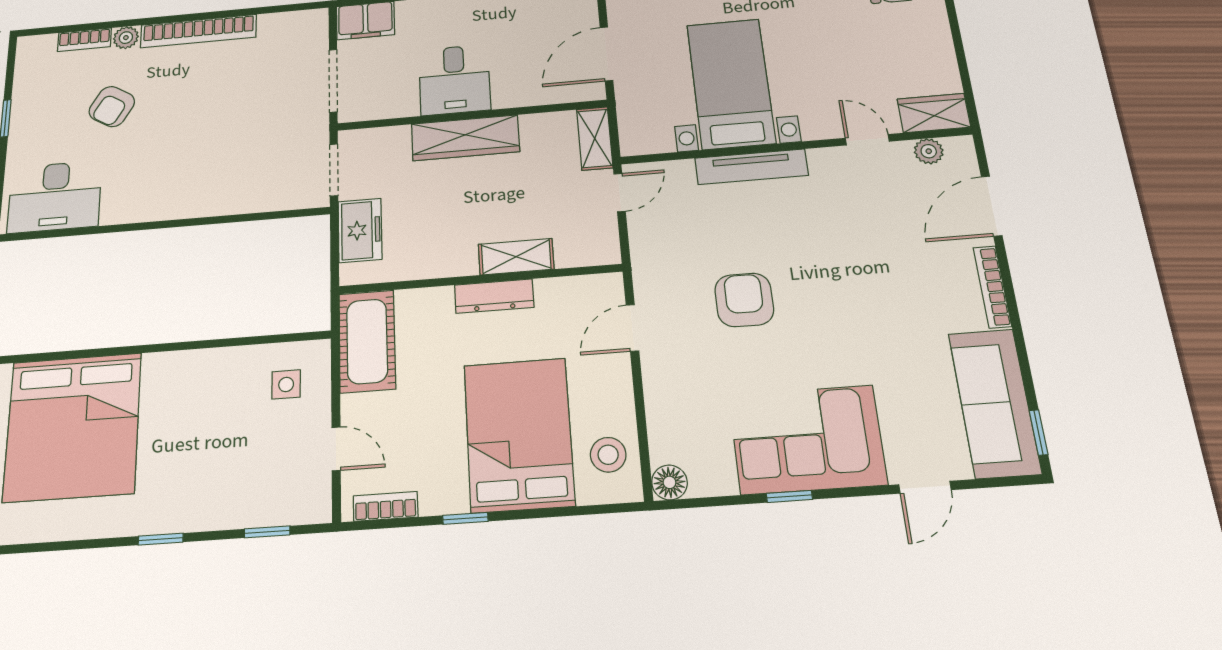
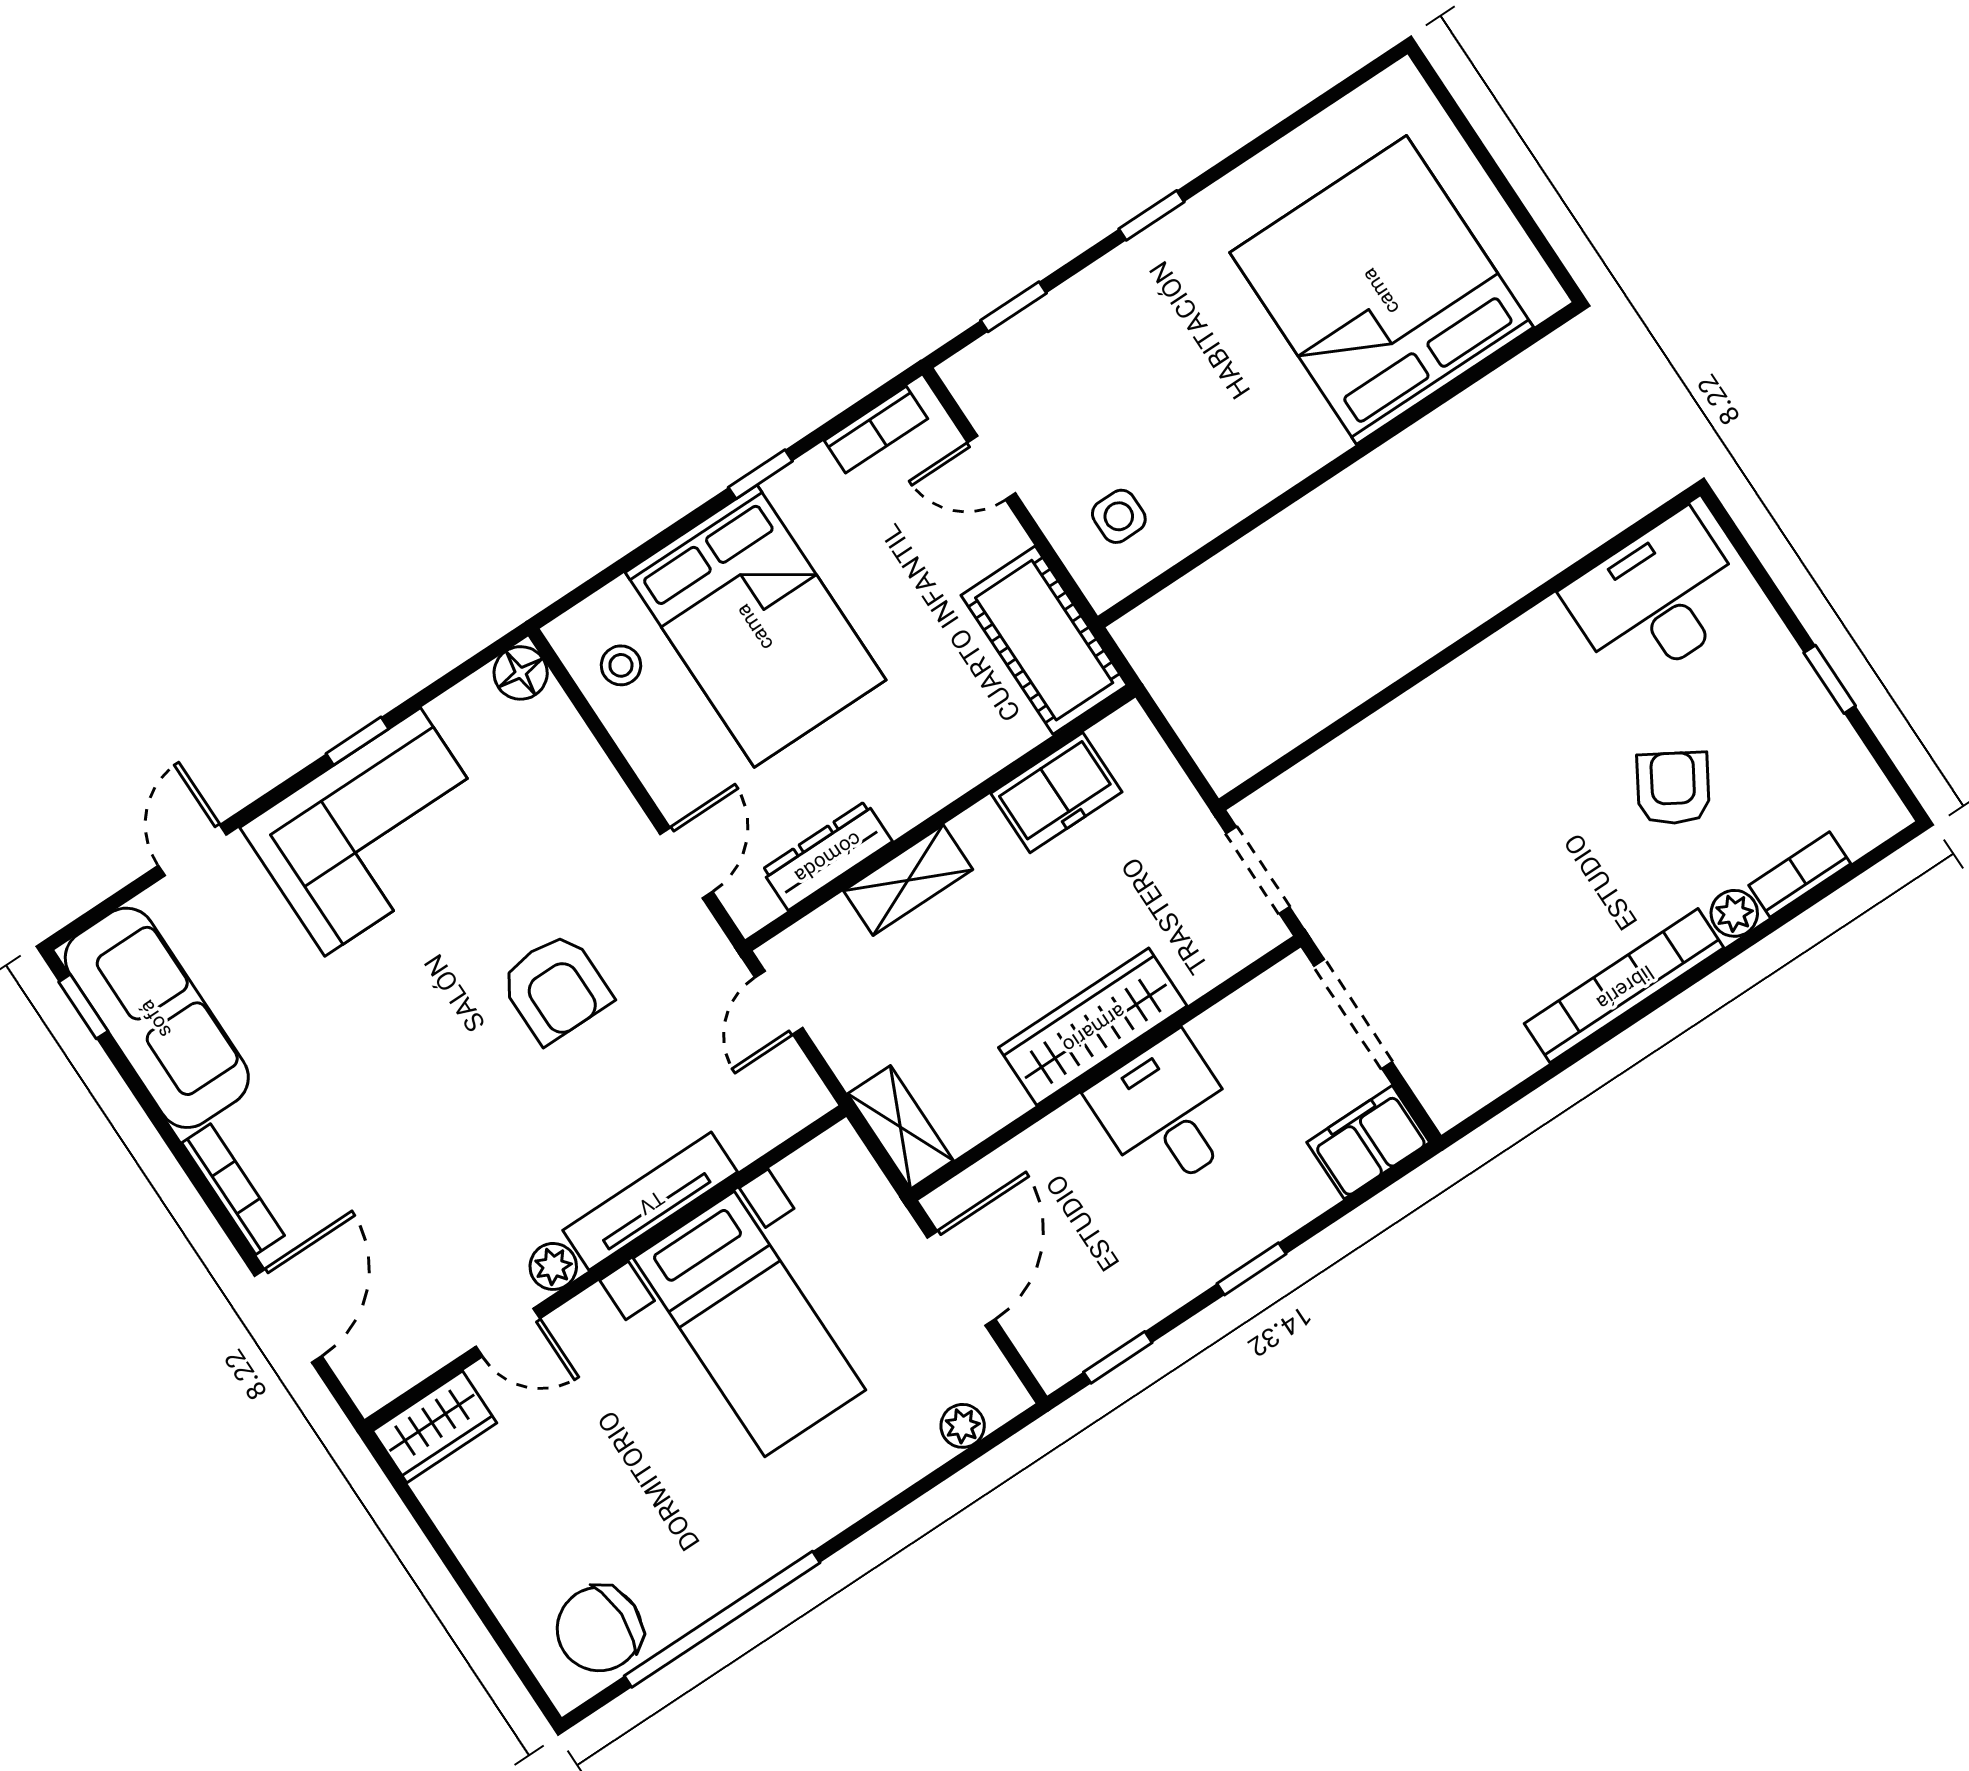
plant: (929, 151) -> (553, 1266), moved
door: (620, 193) -> (779, 1003), moved
freezer: (360, 230) -> (1056, 793), moved, turned -90
dresser: (494, 296) -> (827, 856), moved
stool: (608, 455) -> (621, 665), width x0.73, depth x0.73

